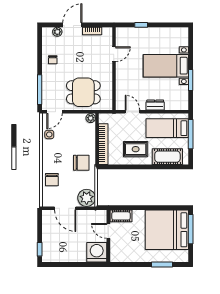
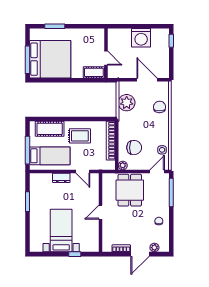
door: (114, 54) -> (100, 212), moved
bed with nightstands: (166, 66) -> (61, 231), moved, turned -90
dining table: (83, 92) -> (130, 190), turned 90
chair: (81, 163) -> (134, 148), moved, turned 180
plant: (87, 198) -> (127, 103), moved
washing machine: (97, 252) -> (141, 38), moved

